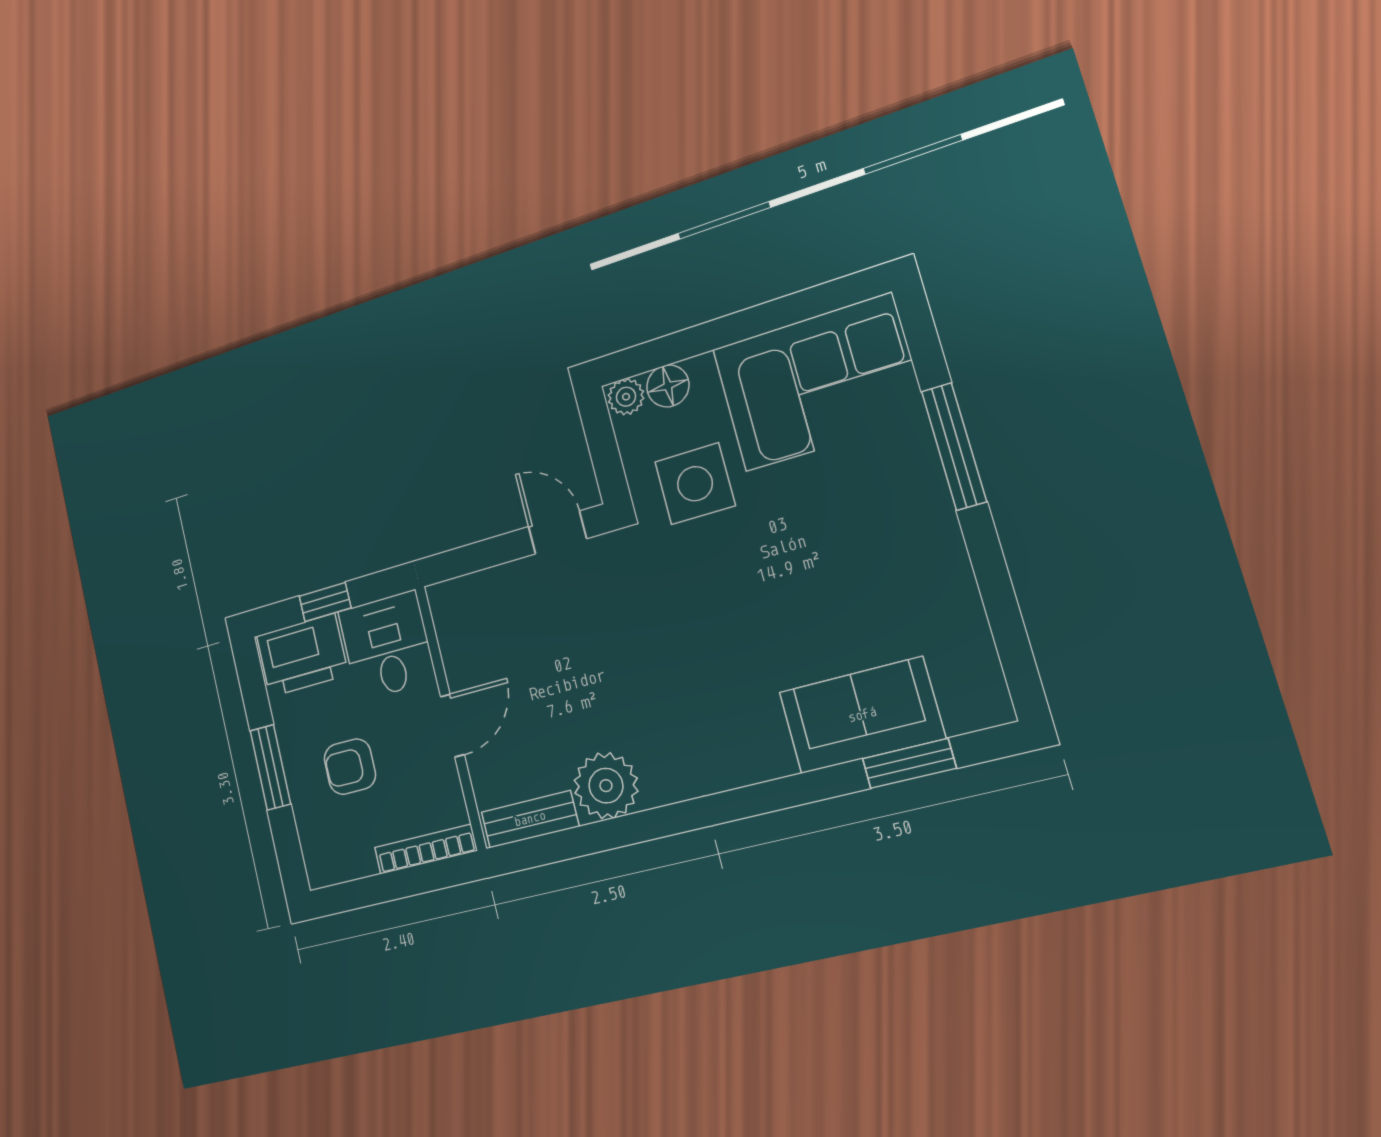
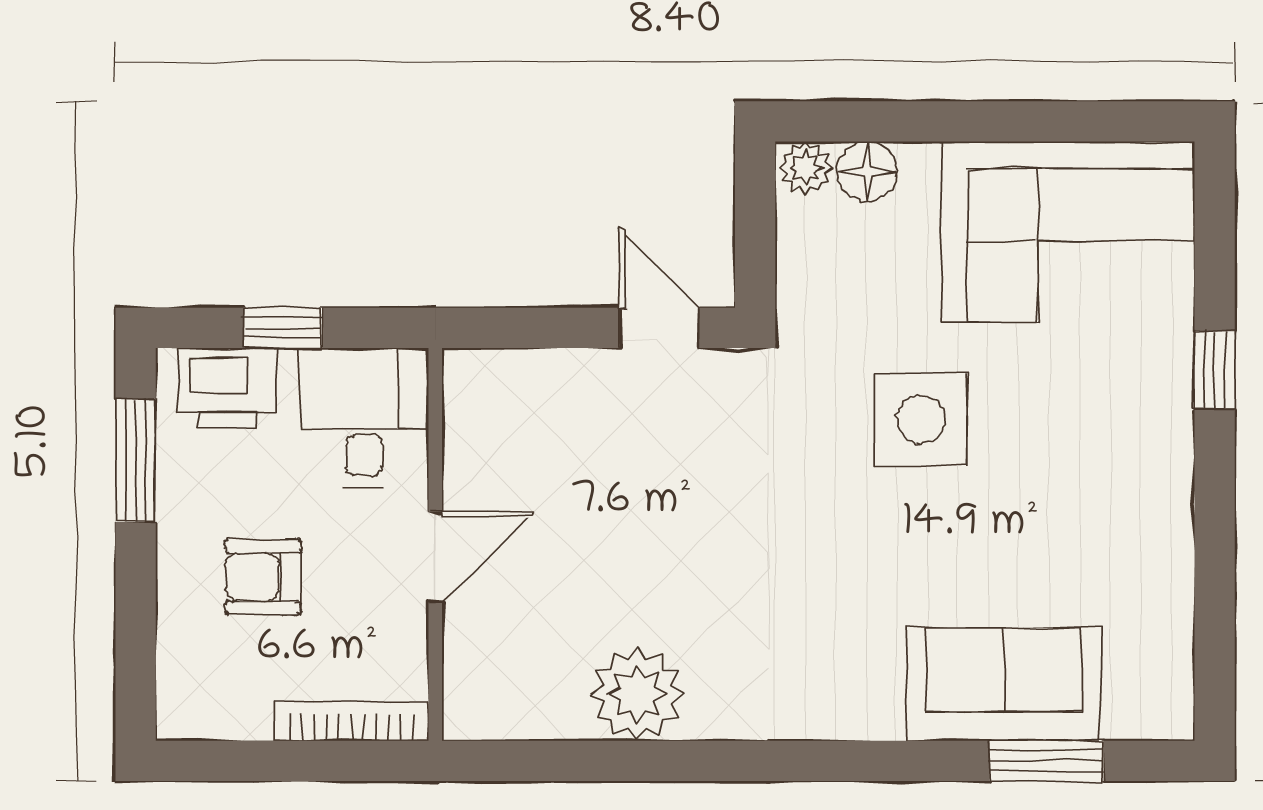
window: (954, 446) -> (1215, 370), width x0.46
side table: (695, 484) -> (921, 419), moved
printer: (302, 655) -> (227, 388), width x0.73, depth x0.84
window: (270, 767) -> (136, 461), moved
bench: (530, 819) -> (517, 715), removed

